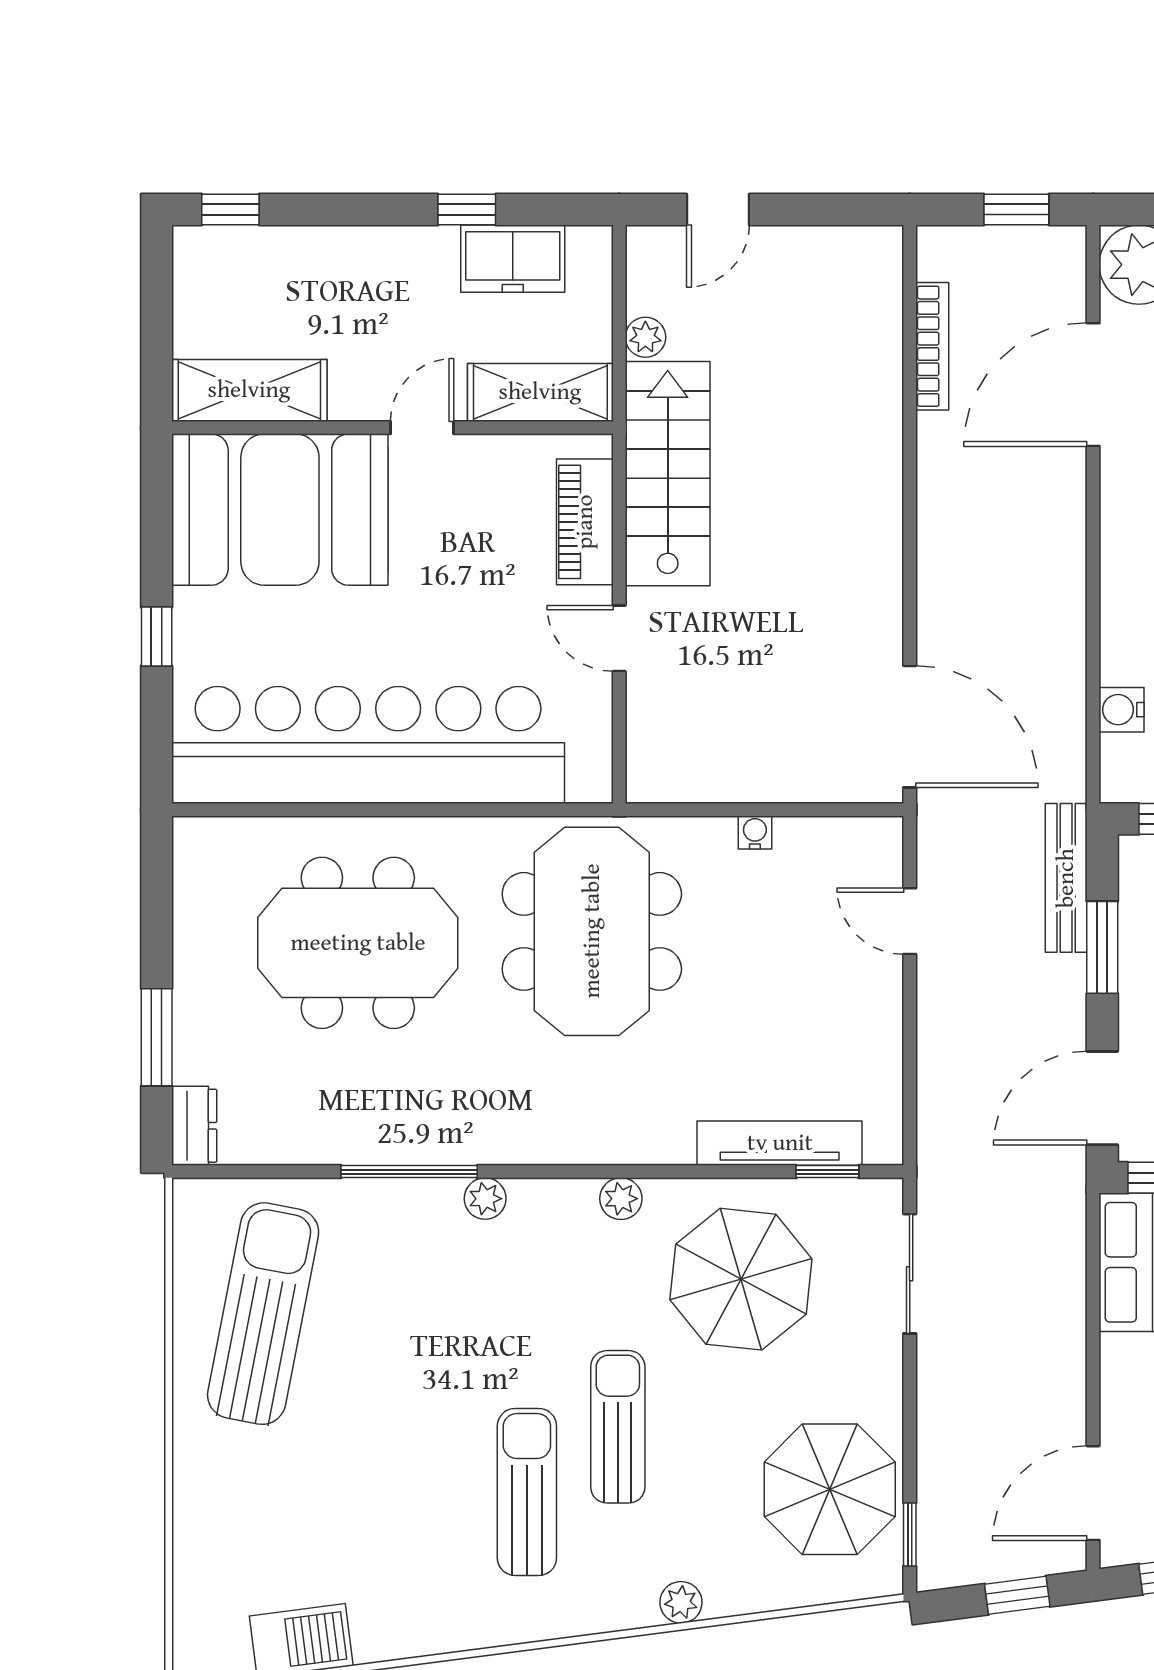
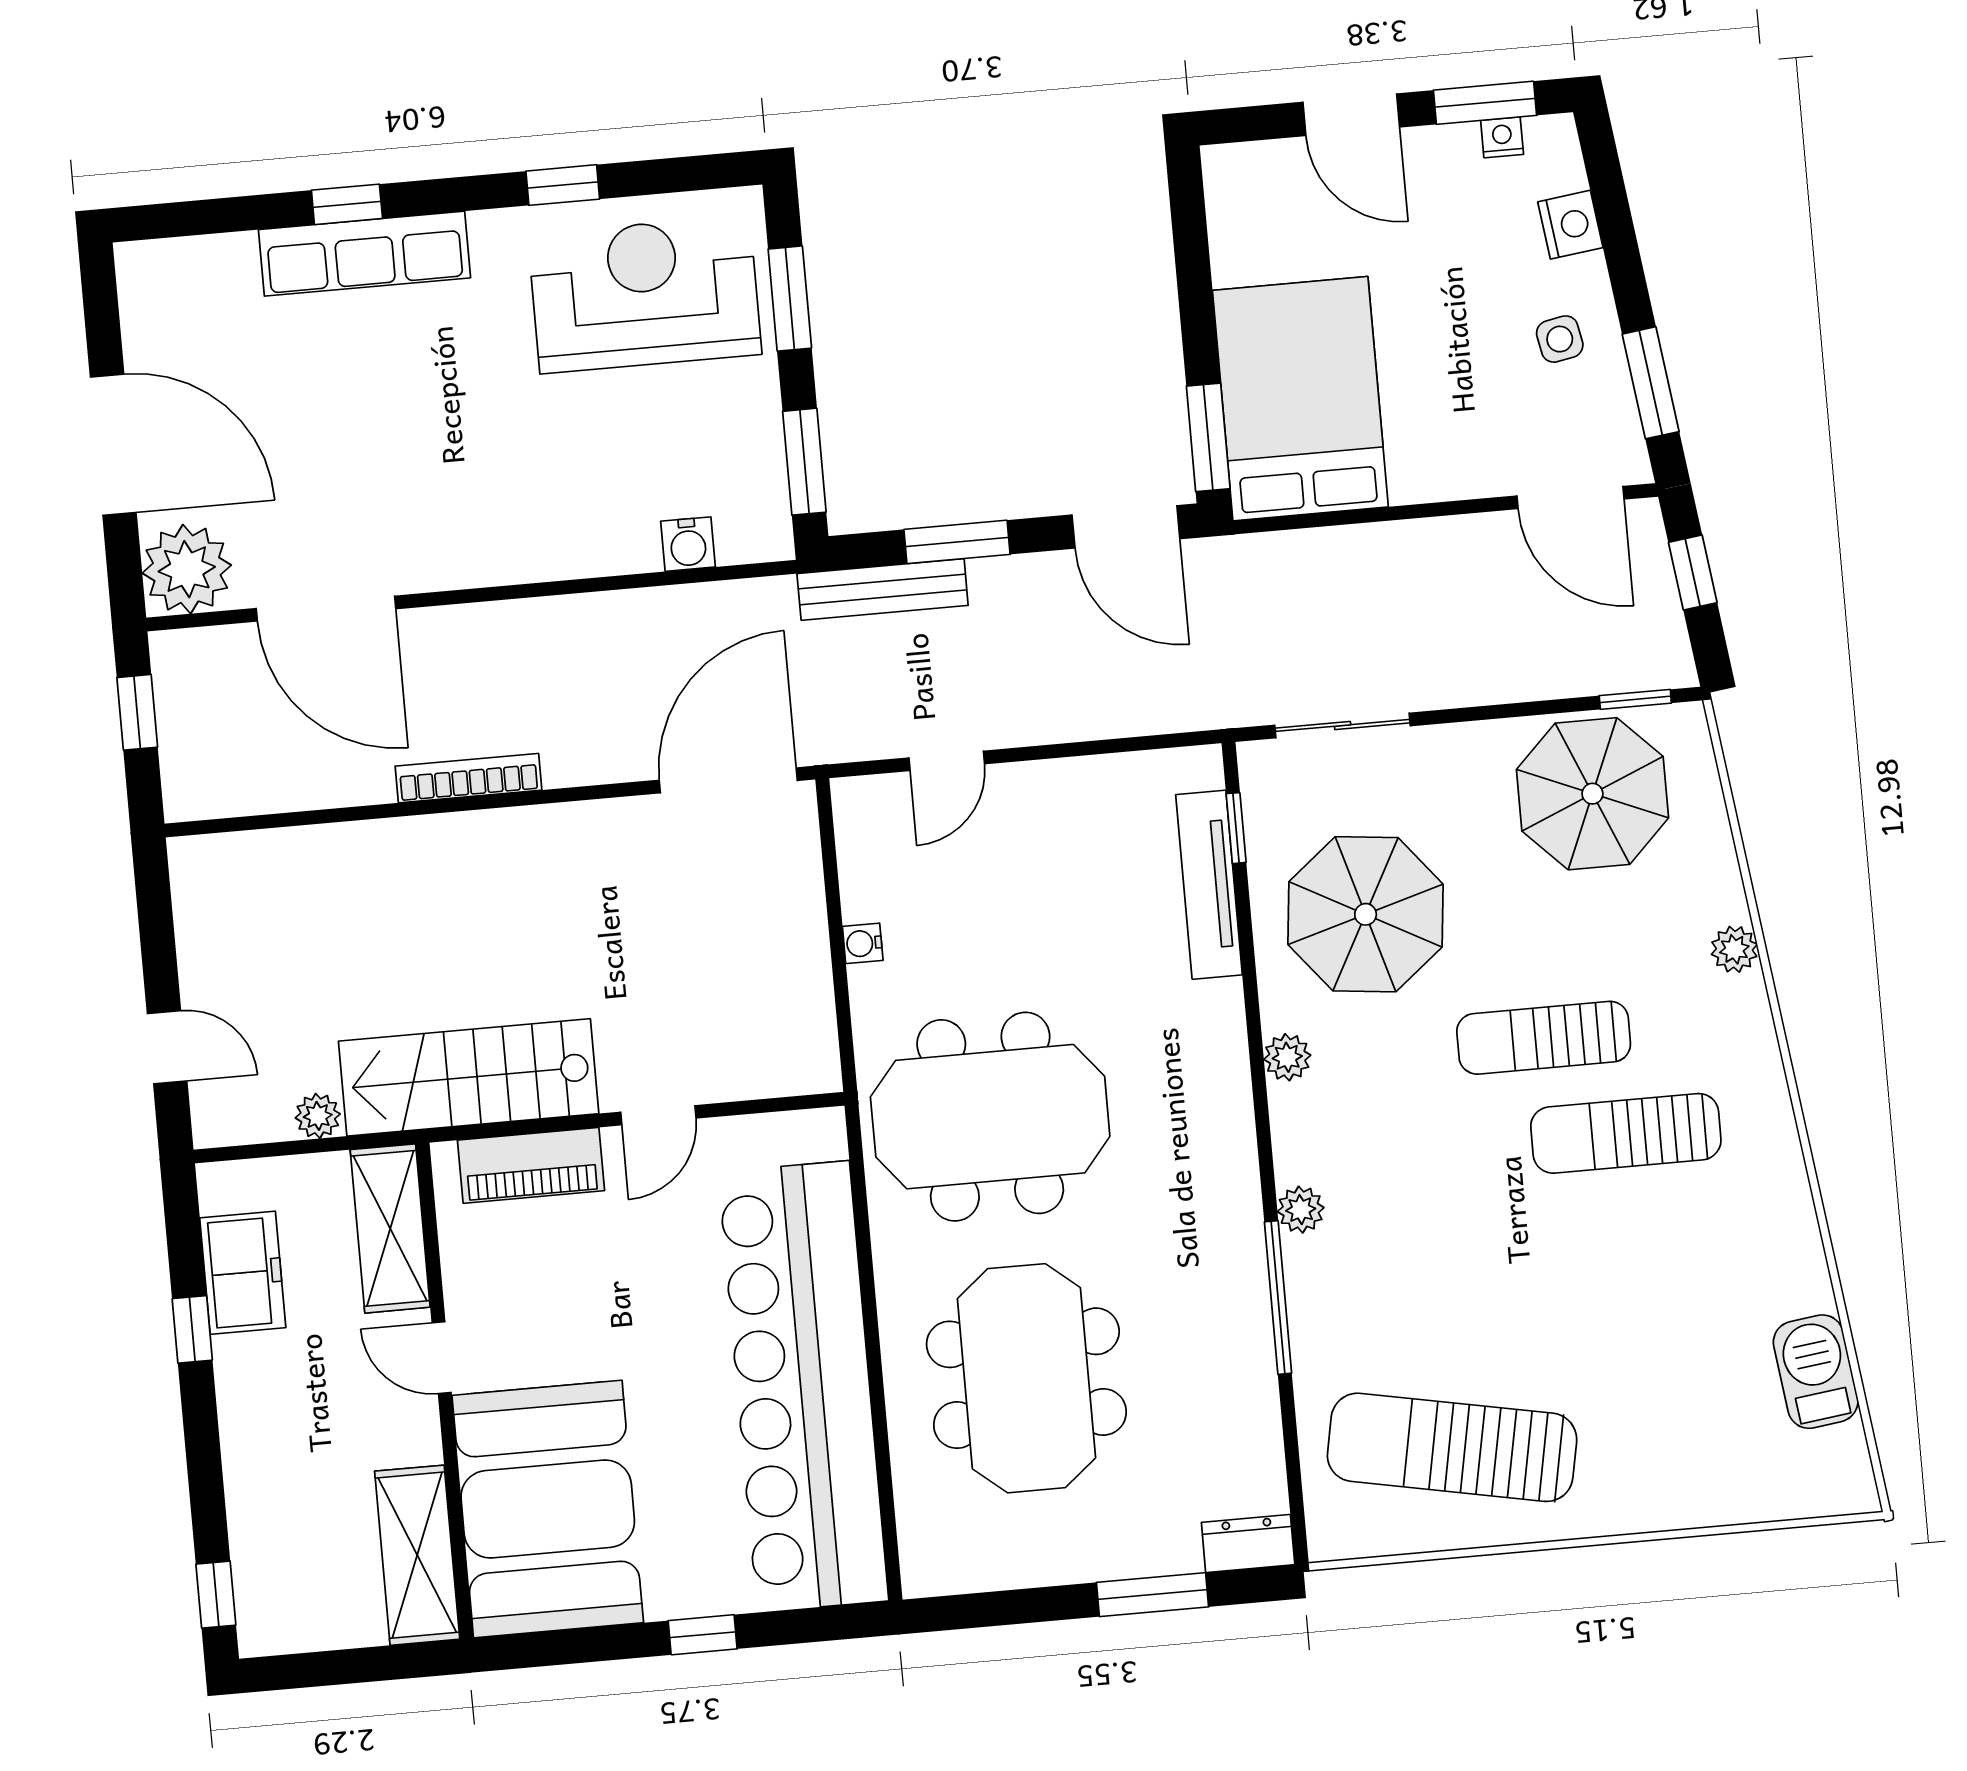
bookcase: (932, 346) -> (468, 778), moved

